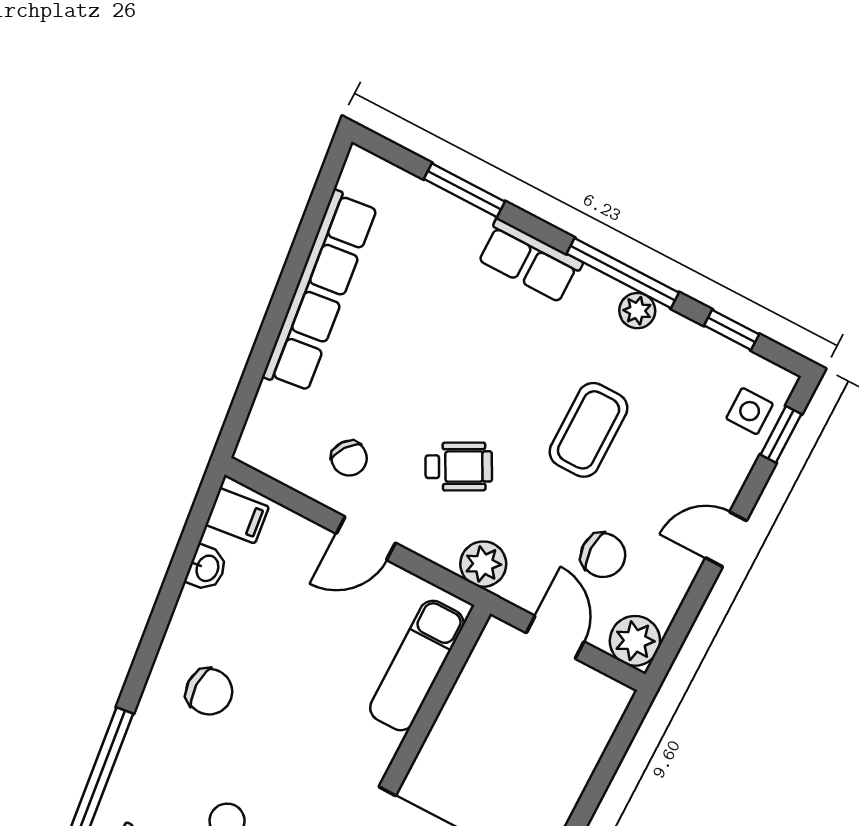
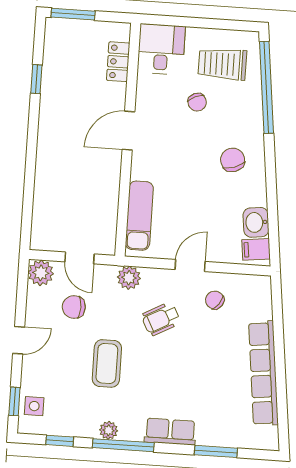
washbasin: (206, 568) -> (256, 222), width x1.38, depth x1.45
chair: (209, 692) -> (233, 160), turned 71

